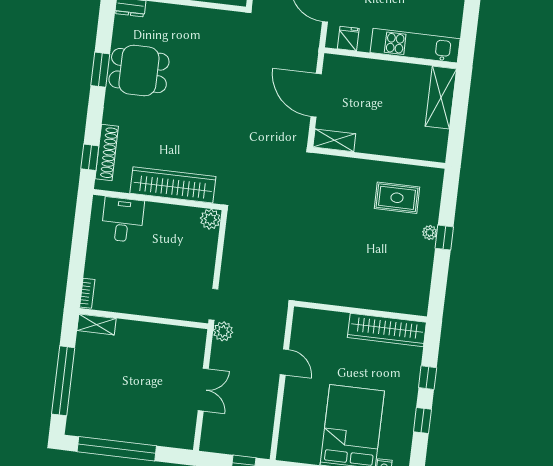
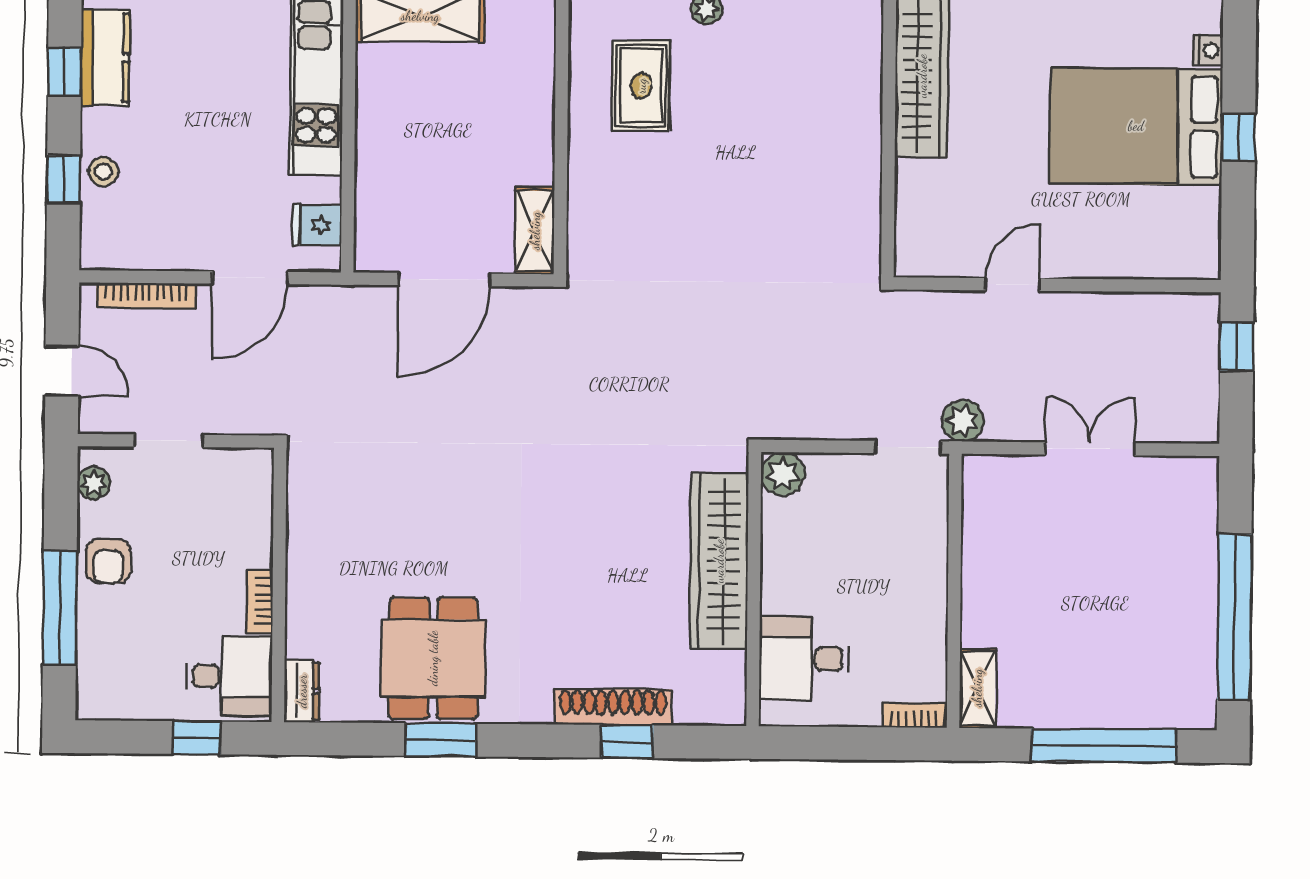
wardrobe: (173, 185) -> (719, 561), moved
wall: (158, 200) -> (754, 589), moved
plant: (210, 219) -> (783, 474), moved
desk: (123, 220) -> (804, 659), moved

